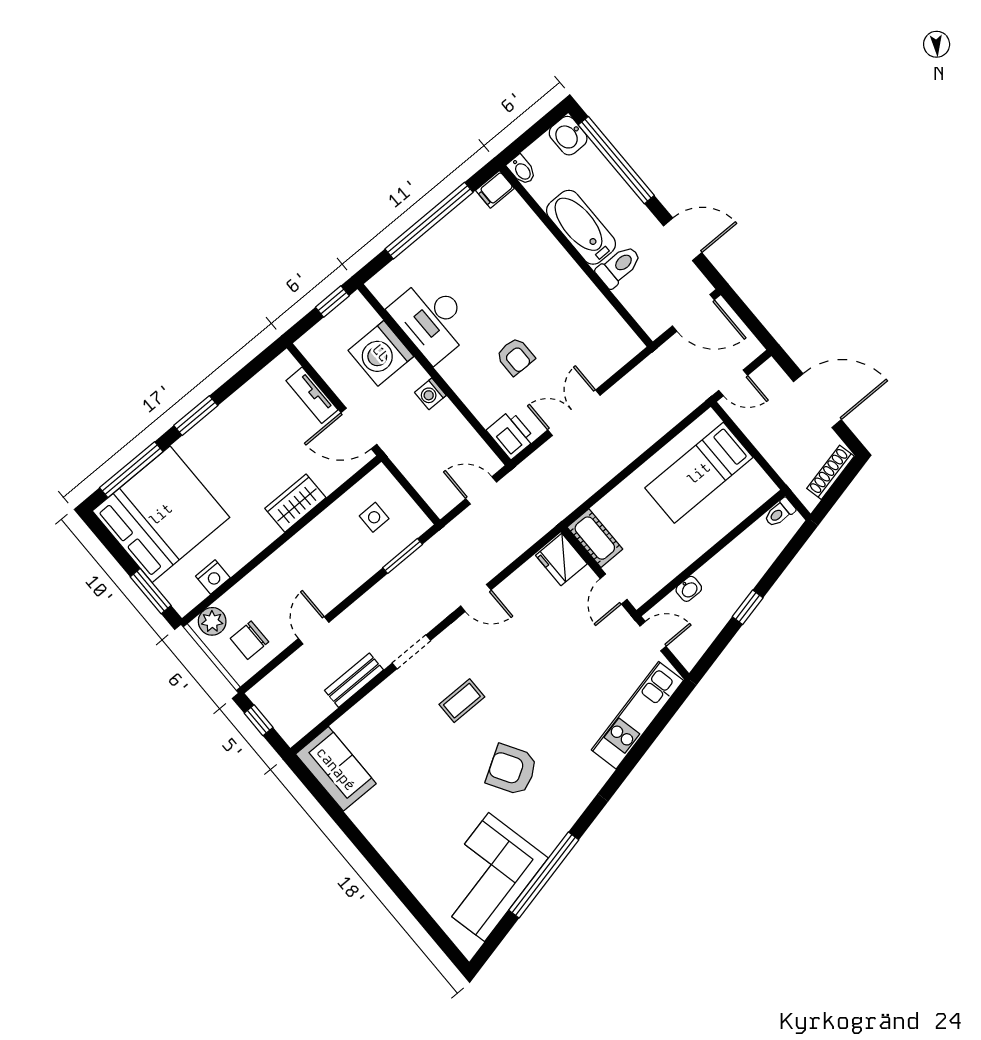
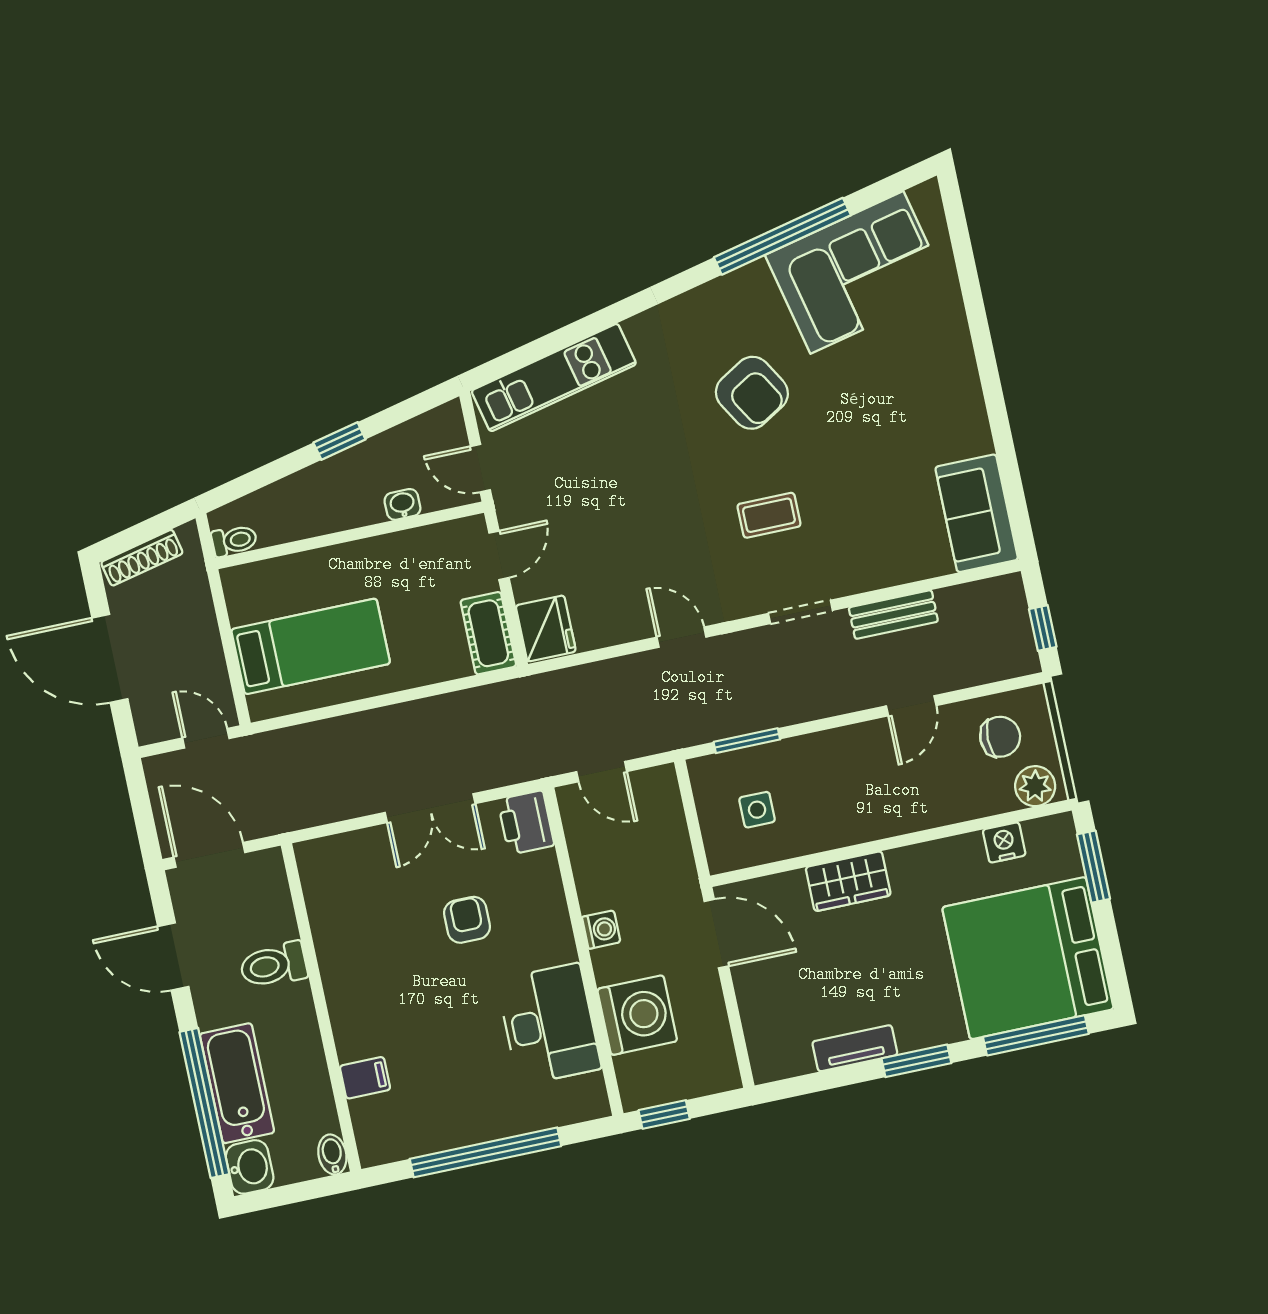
filing cabinet: (495, 189) -> (365, 1078), moved
bathtub: (581, 227) -> (237, 1083), moved, turned 180
tv unit: (312, 395) -> (855, 1048), moved, turned -90

